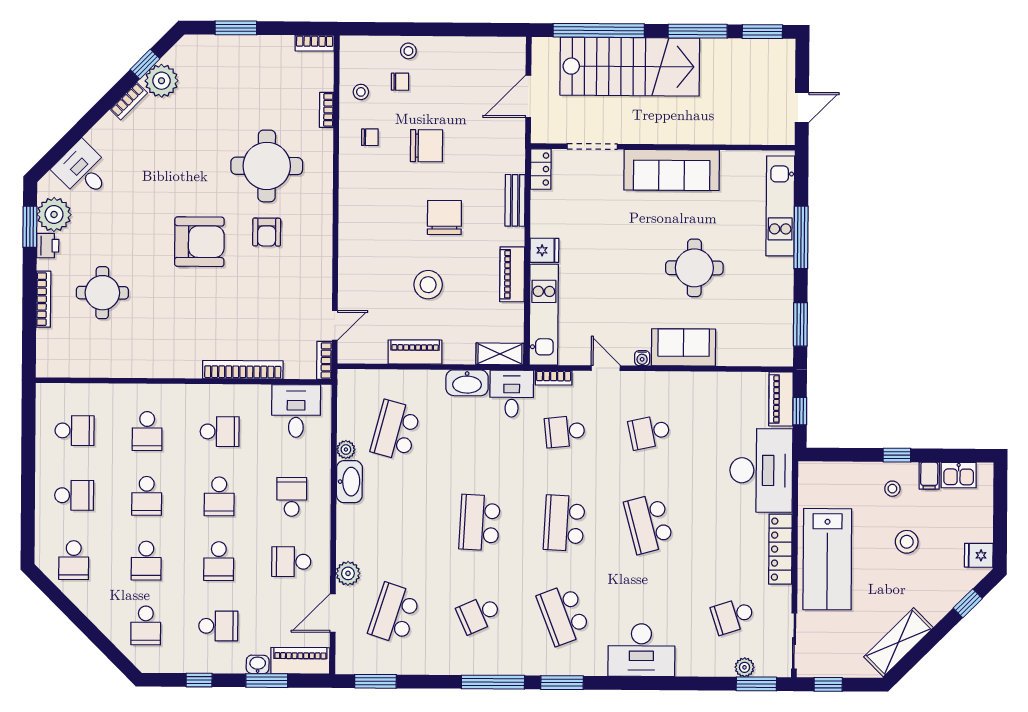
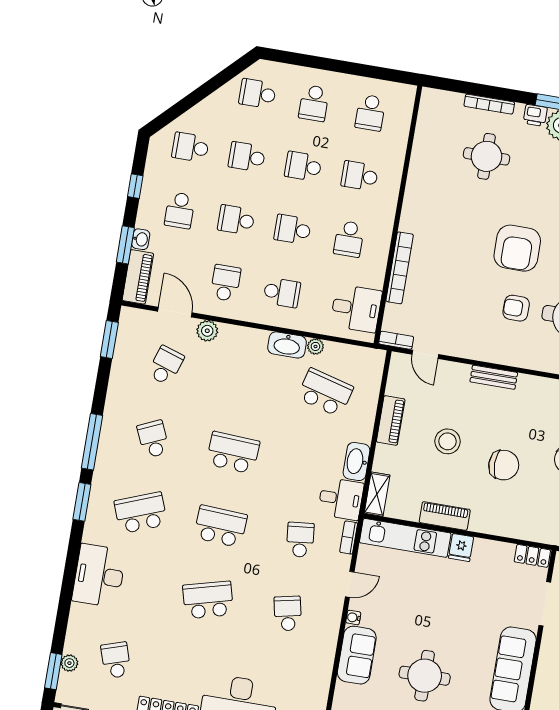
bench: (515, 200) -> (494, 377), moved
school desk: (394, 614) -> (166, 365), width x0.54

